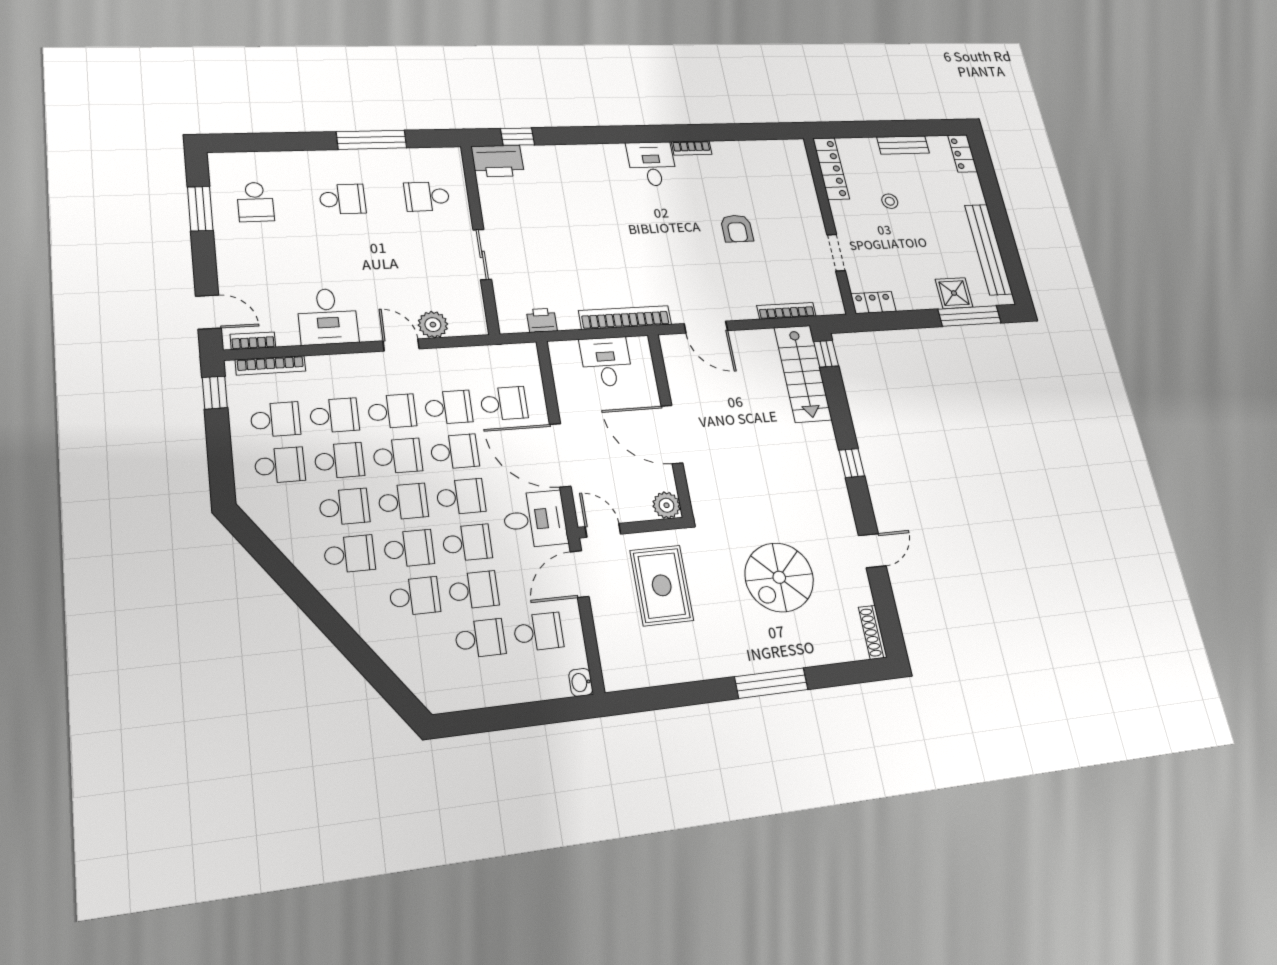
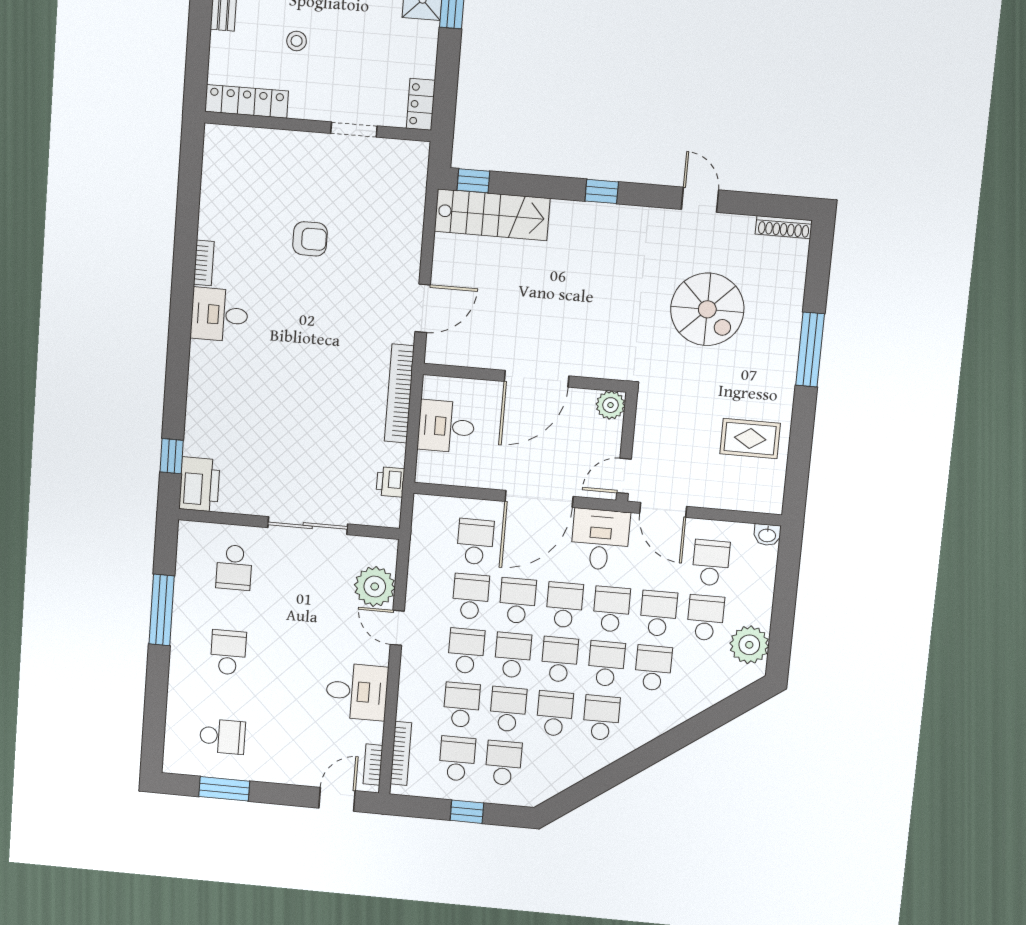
sliding door: (482, 254) -> (308, 526), width x1.37
bookcase: (786, 311) -> (417, 211), removed
plant: (433, 325) -> (375, 587), width x1.36, depth x1.36
door: (401, 345) -> (397, 628), hinge flipped
window: (215, 393) -> (467, 812), moved
rug: (662, 585) -> (750, 439), moved, width x0.73, depth x0.70
plant: (462, 690) -> (749, 645), added

